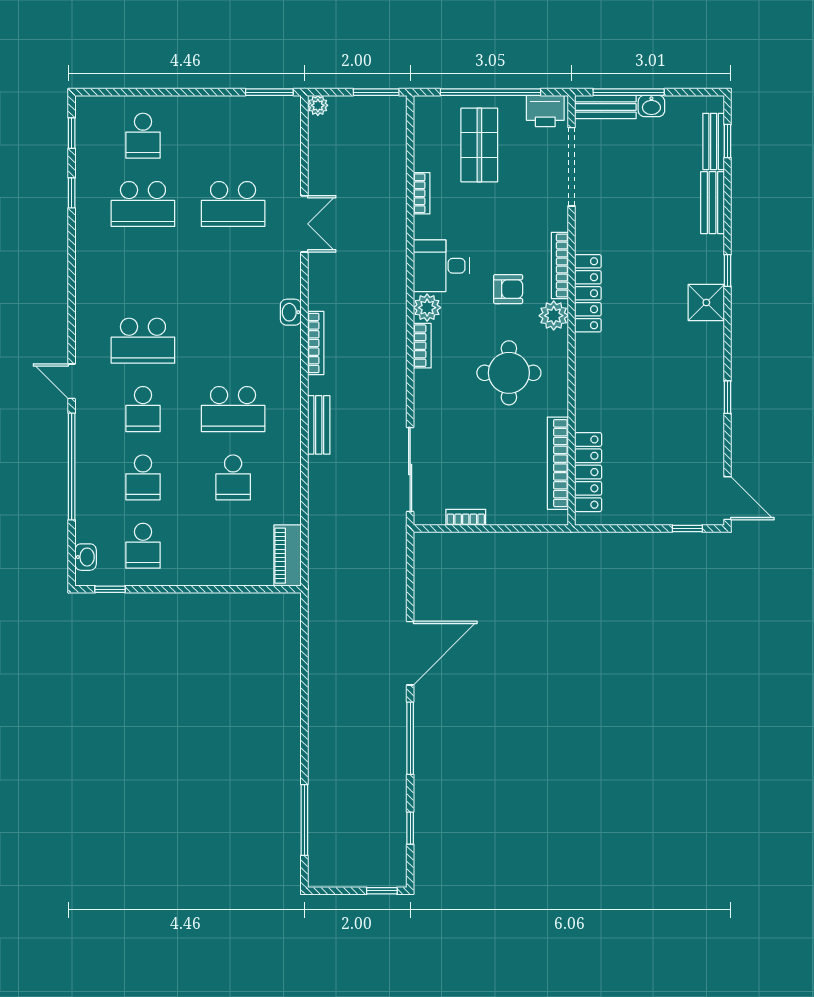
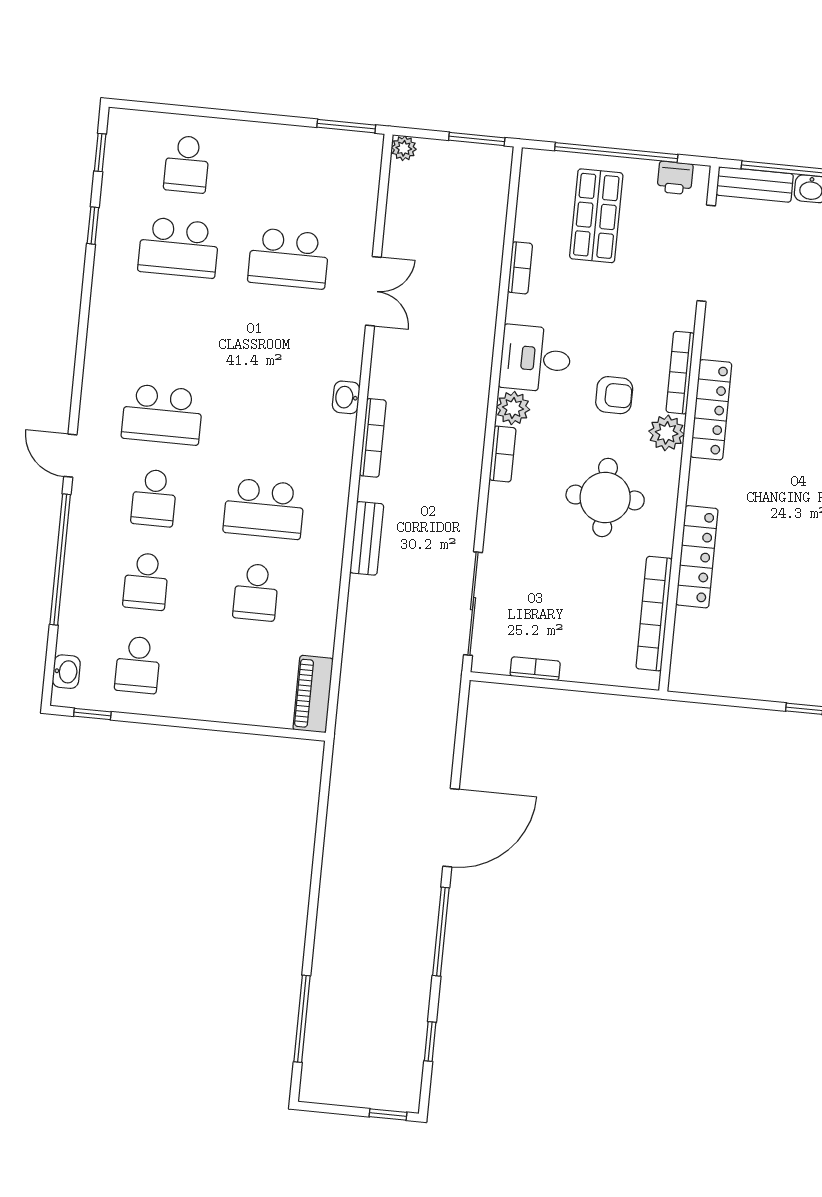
printer: (545, 111) -> (675, 178), width x0.73, depth x0.81
locker: (588, 472) -> (697, 557), moved

